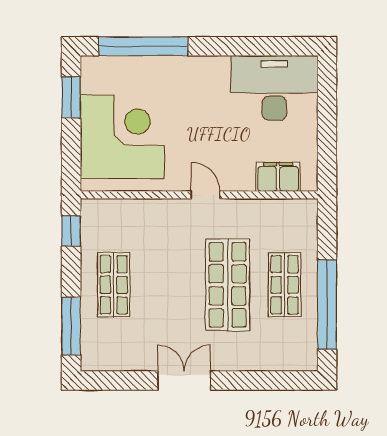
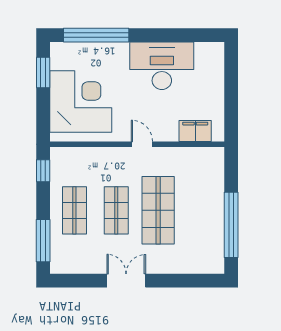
desk: (274, 88) -> (162, 66), moved
shop shelf: (285, 285) -> (116, 210), moved

